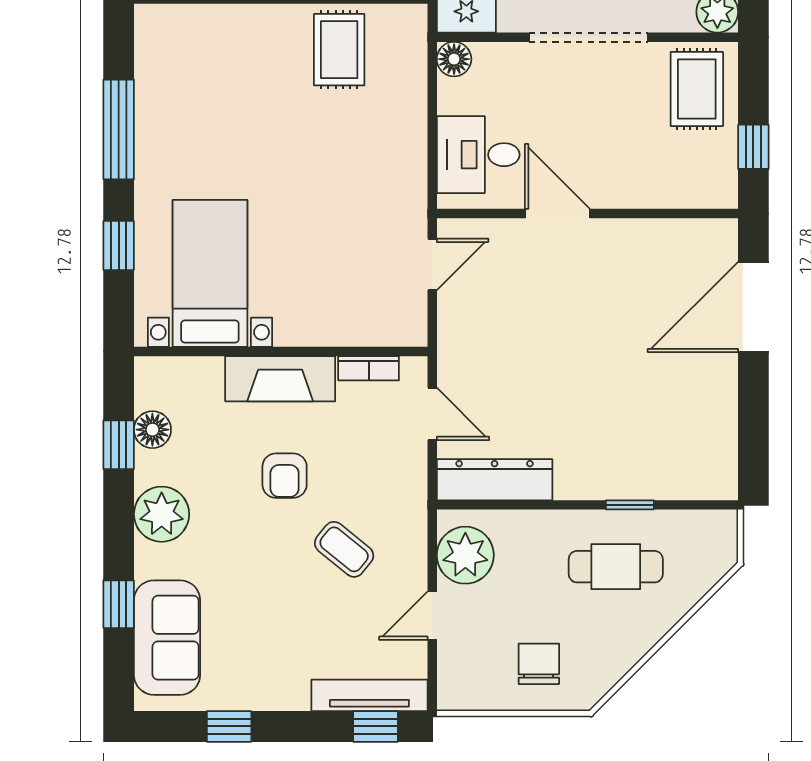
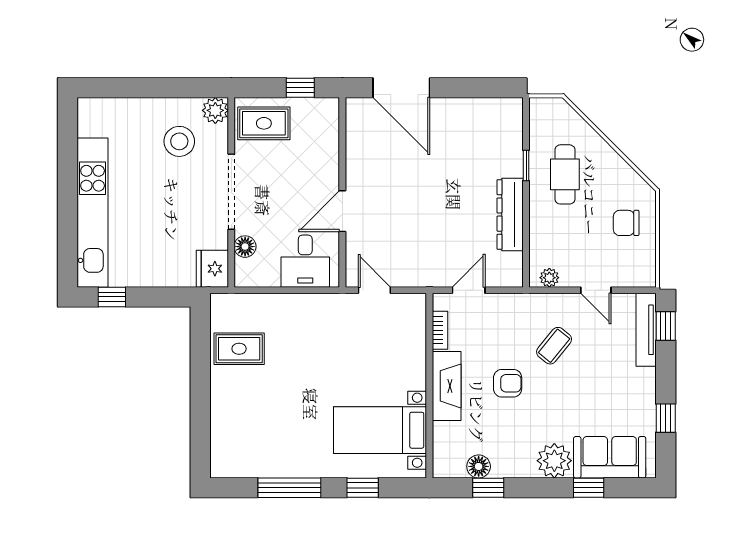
floor lamp: (454, 59) -> (245, 247), moved
dresser: (495, 480) -> (510, 215), moved
plant: (162, 514) -> (554, 461), moved
plant: (465, 555) -> (549, 278), width x0.53, depth x0.53

